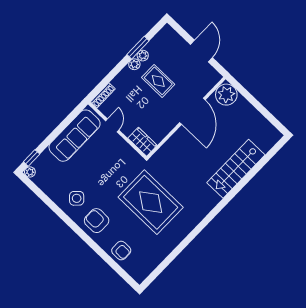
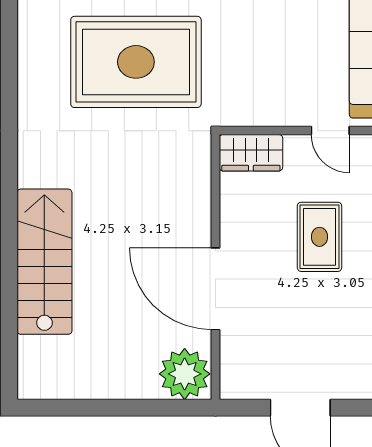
rug: (158, 81) -> (319, 237), moved, turned 90

